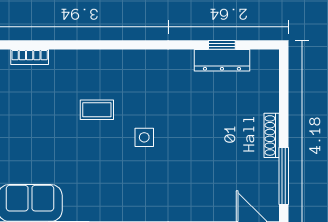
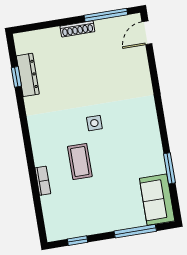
bookcase: (30, 57) -> (43, 181), moved
coffee table: (97, 110) -> (80, 161), width x1.36, depth x1.30

